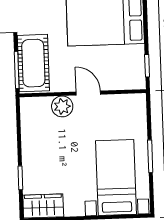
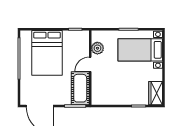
cot: (33, 63) -> (80, 88), moved, turned 90
plant: (62, 106) -> (97, 48), moved

